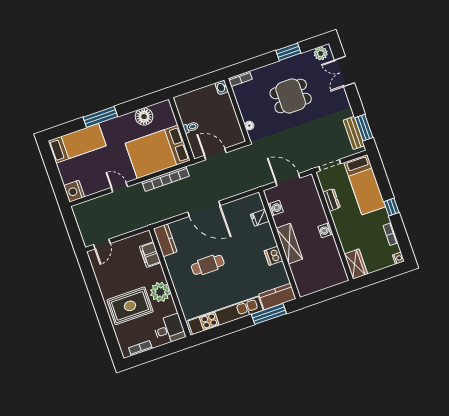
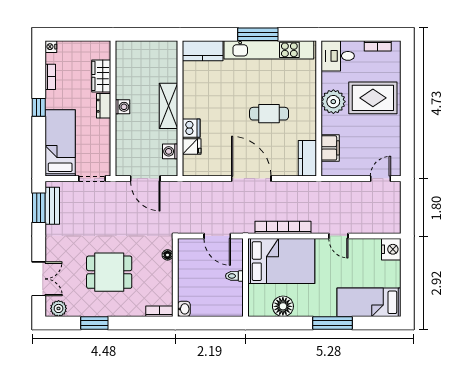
dresser: (332, 200) -> (104, 106), moved
dishwasher: (273, 256) -> (191, 128), moved
wardrobe: (356, 264) -> (101, 76), moved
window: (269, 314) -> (258, 34), moved

